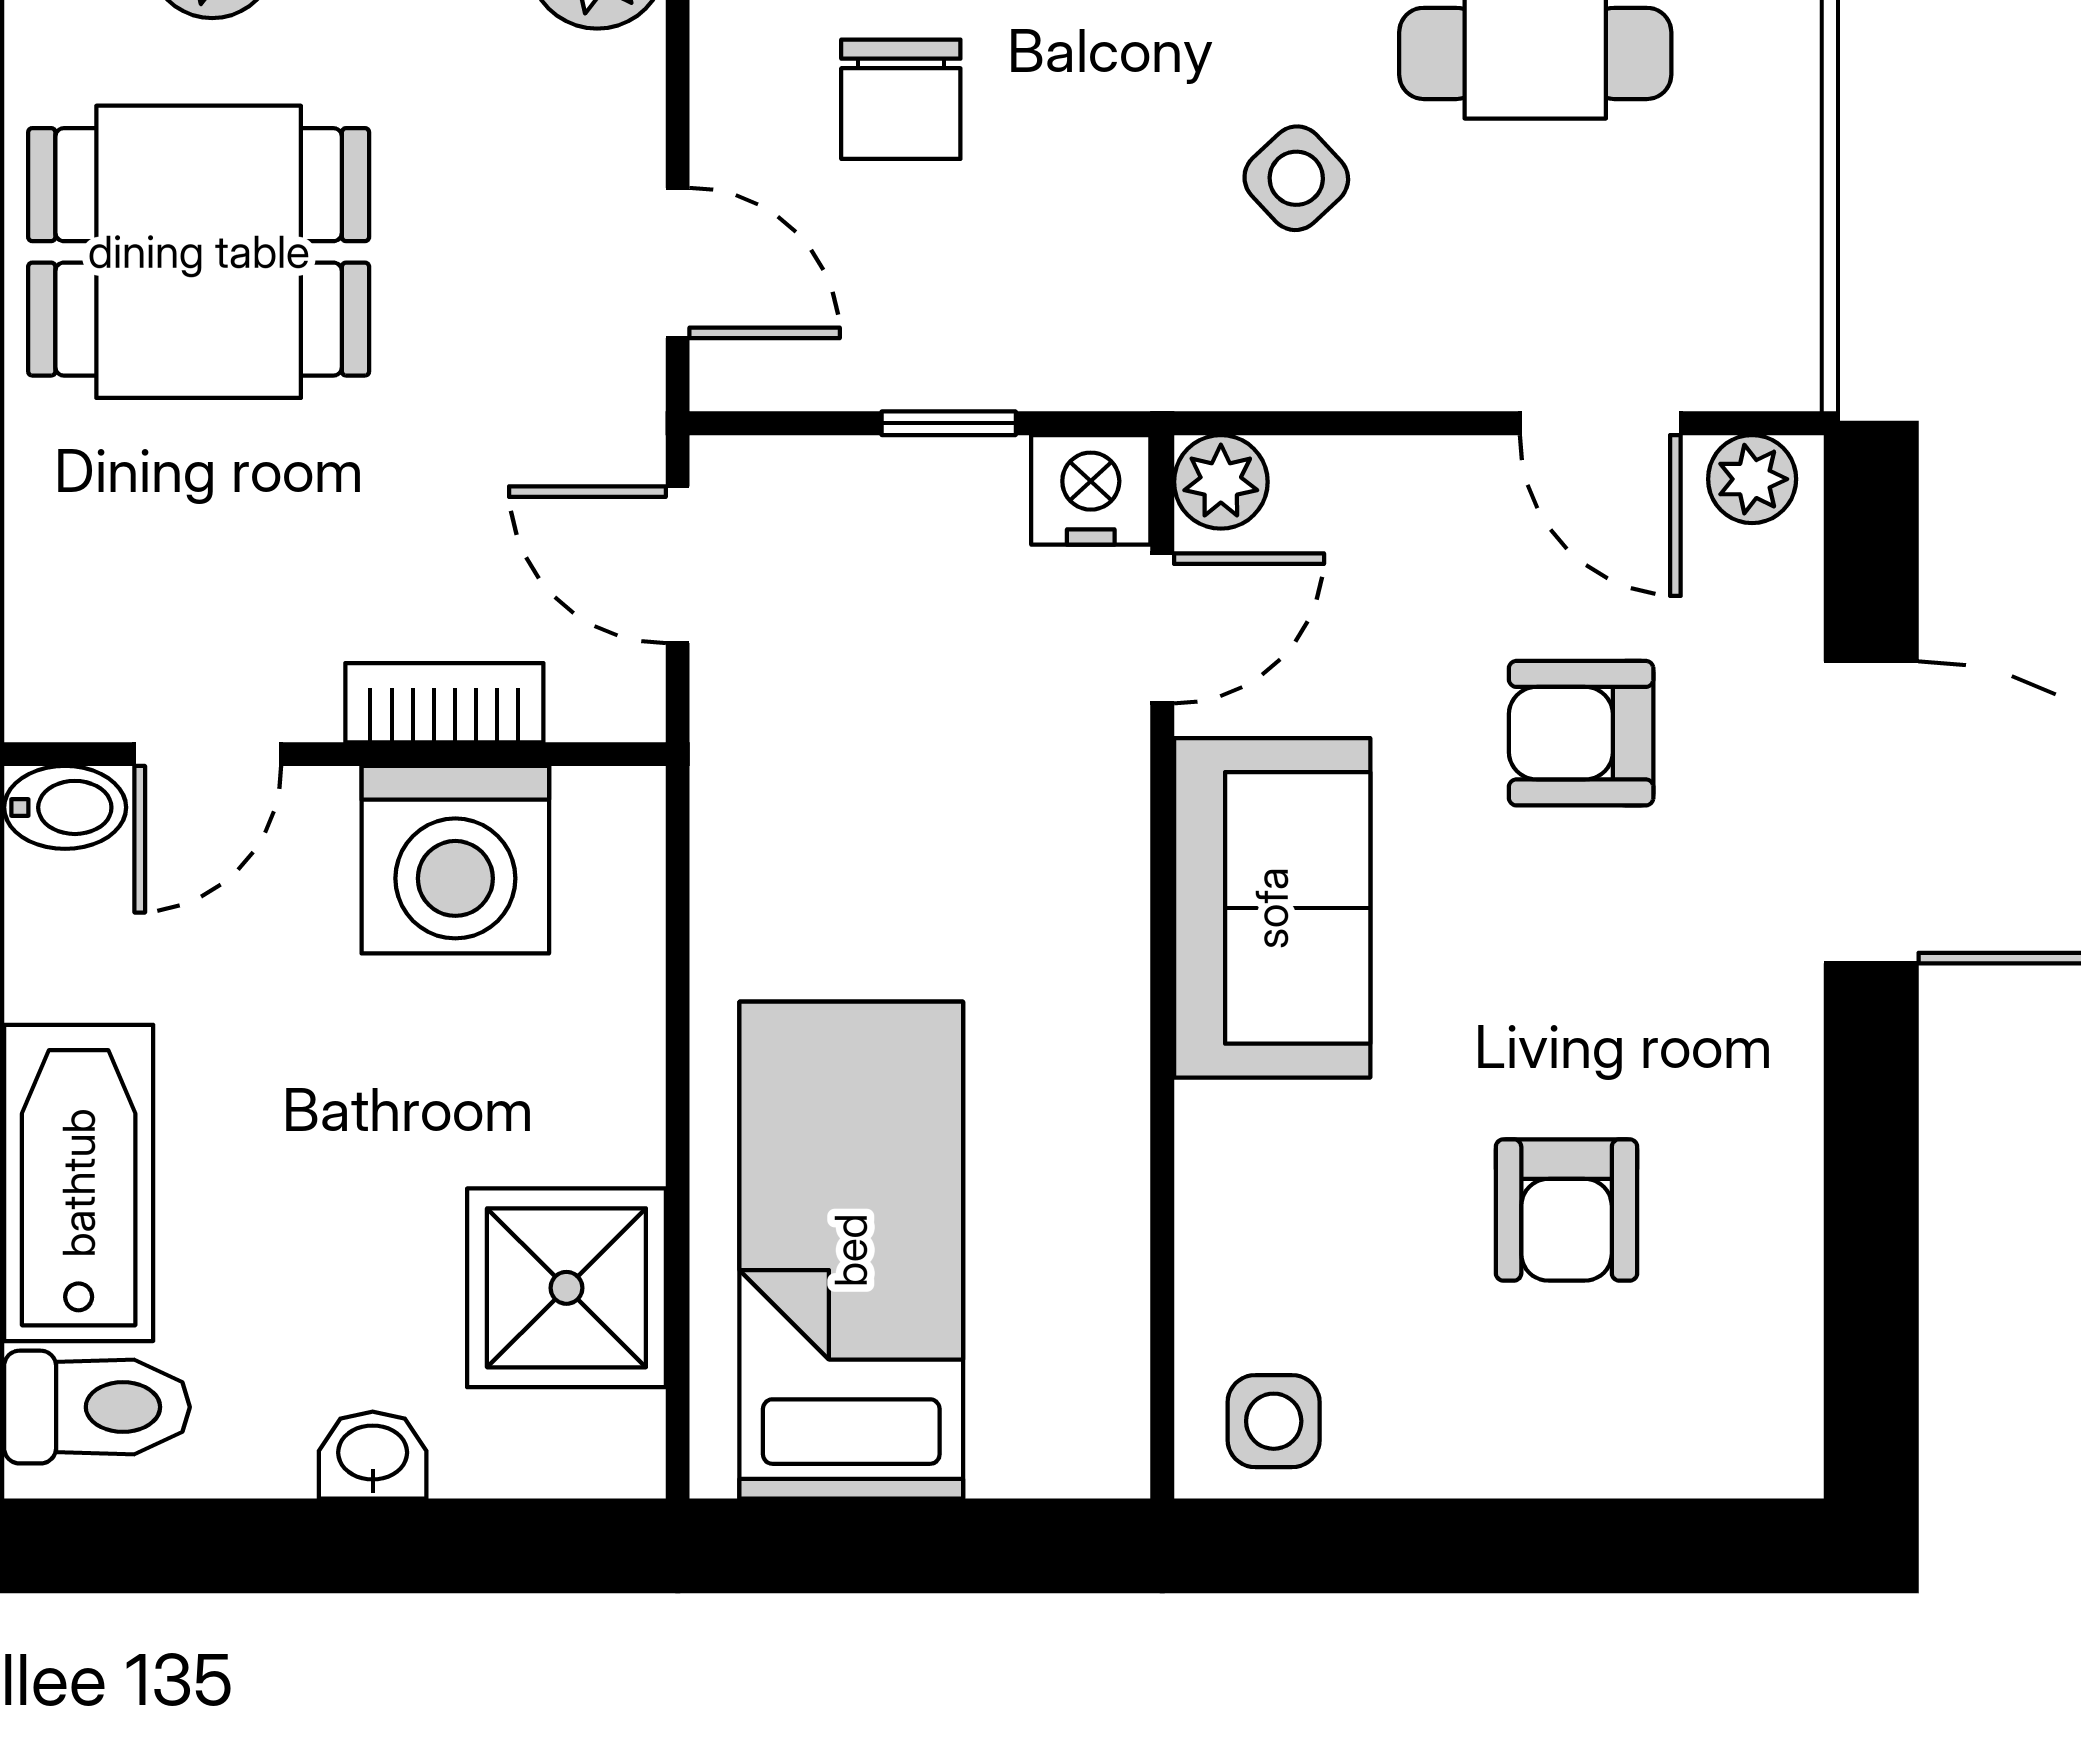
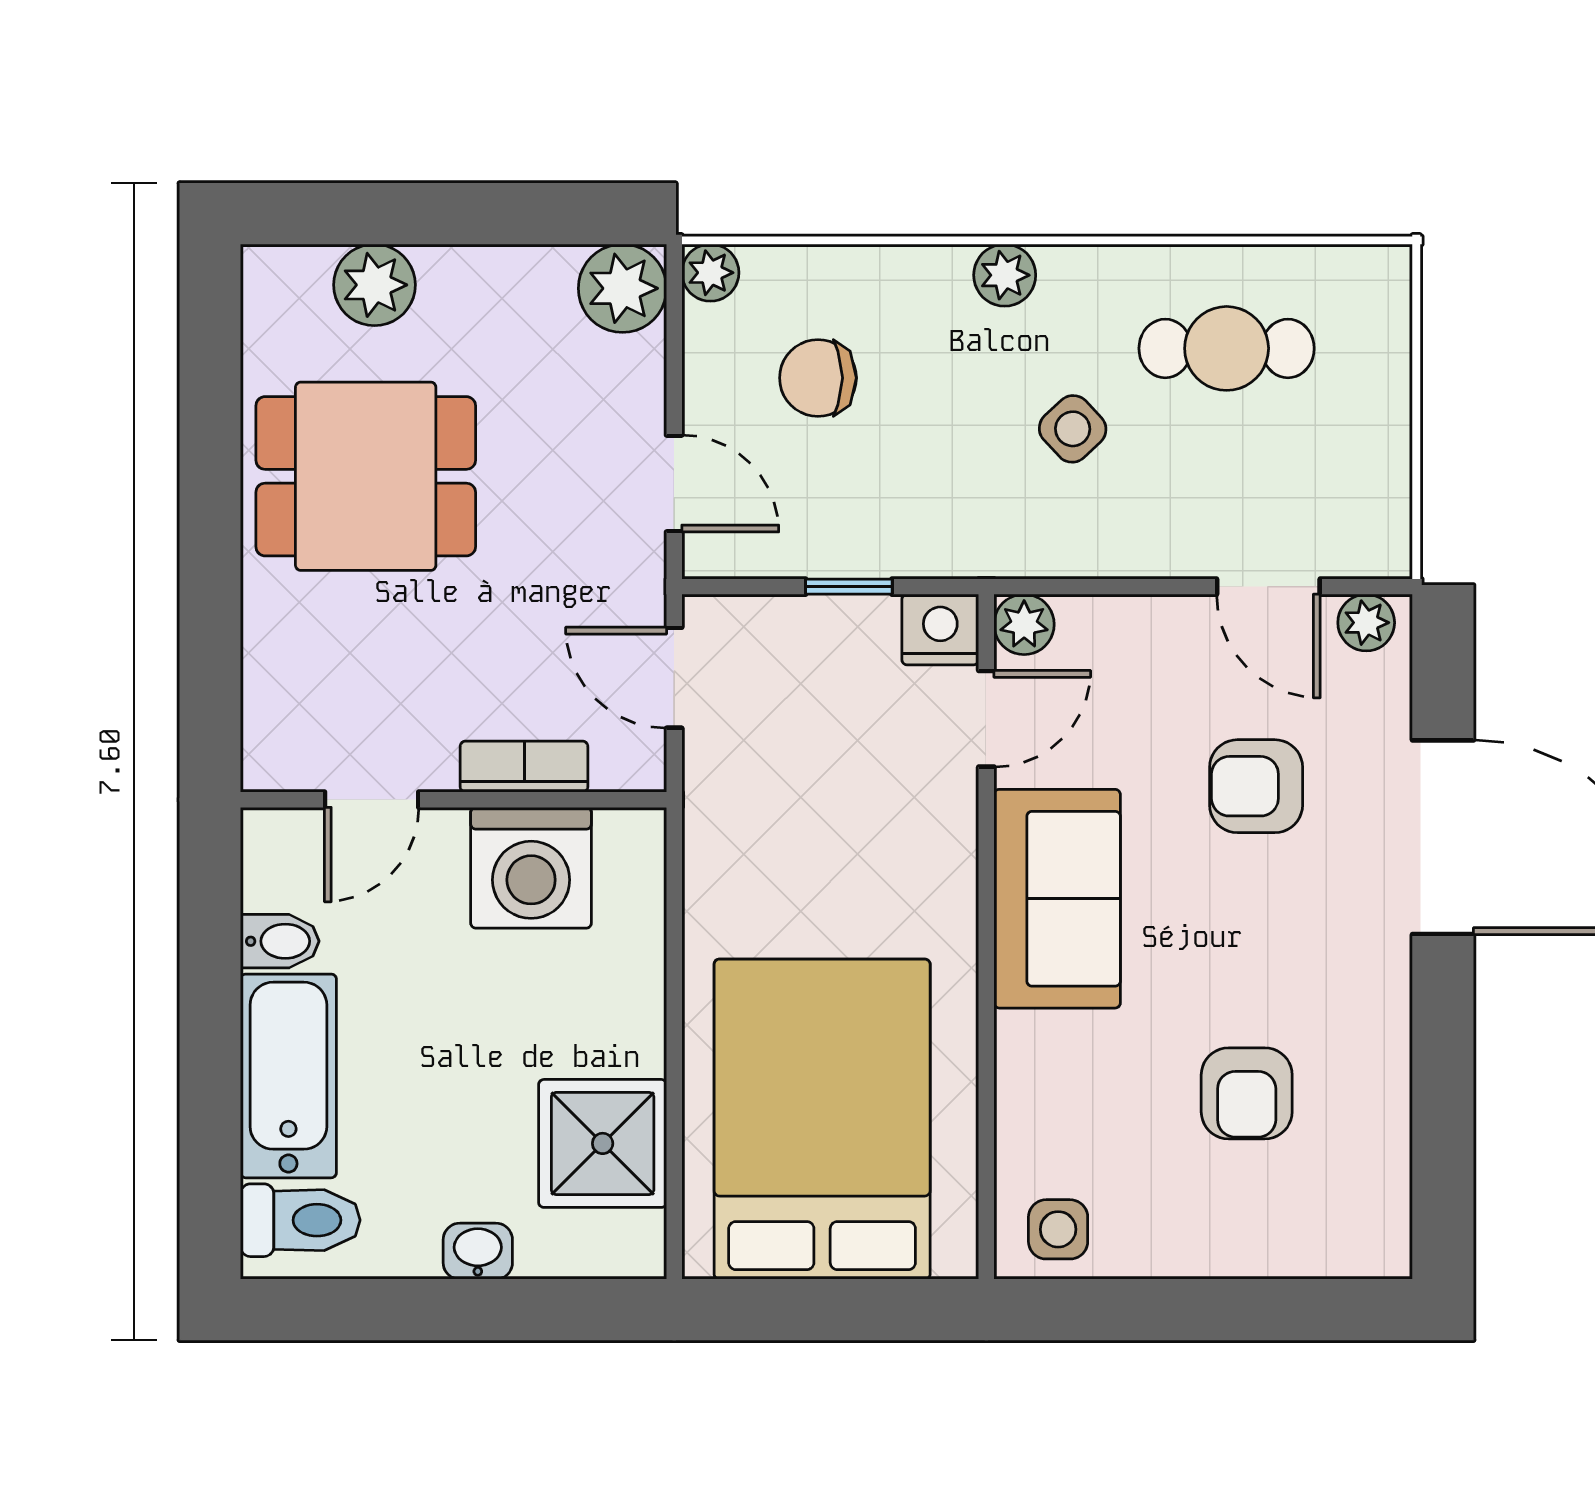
chair: (901, 99) -> (818, 378), turned 90
bidet: (65, 807) -> (280, 941), moved
bed: (851, 1250) -> (822, 1119), width x1.50

